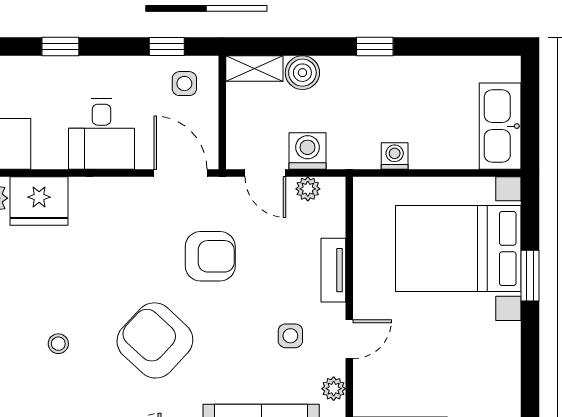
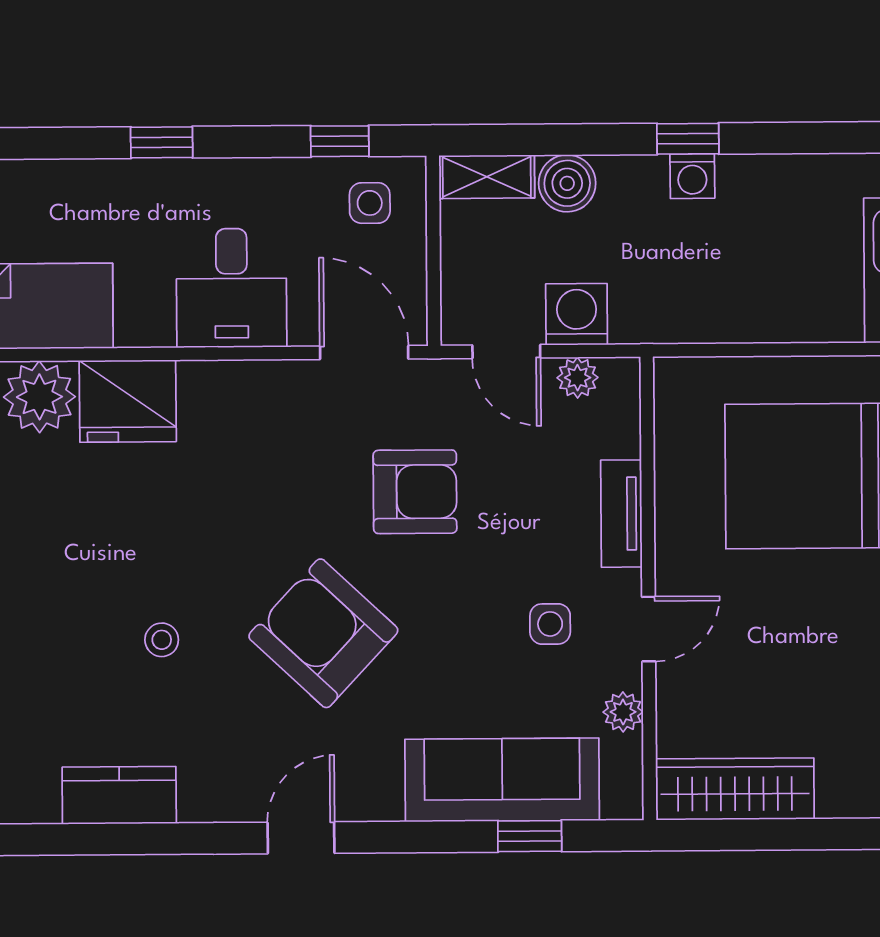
washing machine: (395, 156) -> (692, 176), moved, turned 180

